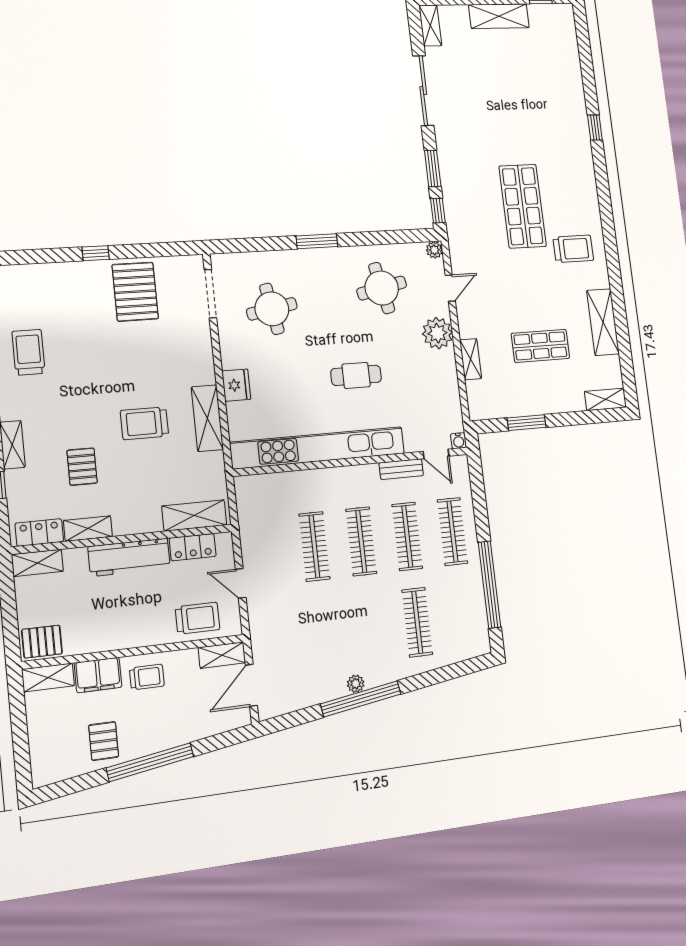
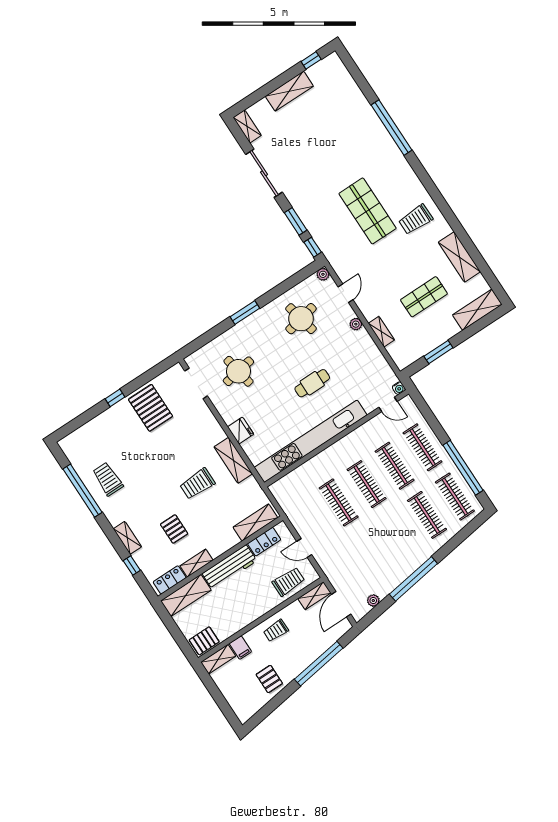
window: (595, 128) -> (391, 128), width x3.17
trolley: (573, 249) -> (416, 219), turned 180
plant: (437, 333) -> (356, 324), width x0.53, depth x0.53
shelving: (605, 399) -> (477, 310), width x1.50, depth x1.33
bench: (401, 469) -> (370, 426), removed
shelving: (37, 563) -> (186, 595), width x1.50, depth x1.33
clothes rail: (463, 617) -> (455, 497), added
filing cabinet: (98, 675) -> (240, 648), width x0.50
trolley: (147, 677) -> (276, 631), turned 180
plant: (356, 684) -> (373, 600), moved
window: (150, 762) -> (319, 664), moved

